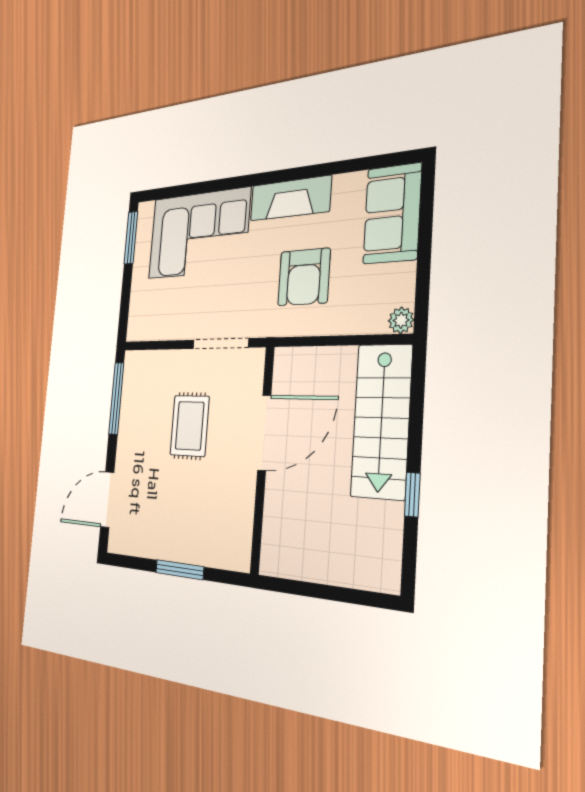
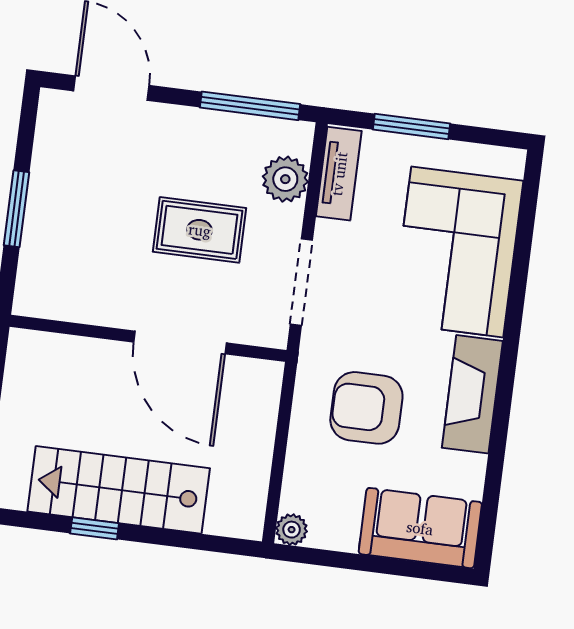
window: (131, 238) -> (412, 127), moved
tv unit: (154, 329) -> (339, 174), added
plant: (158, 366) -> (285, 179), added
stairs: (381, 421) -> (119, 490), moved

